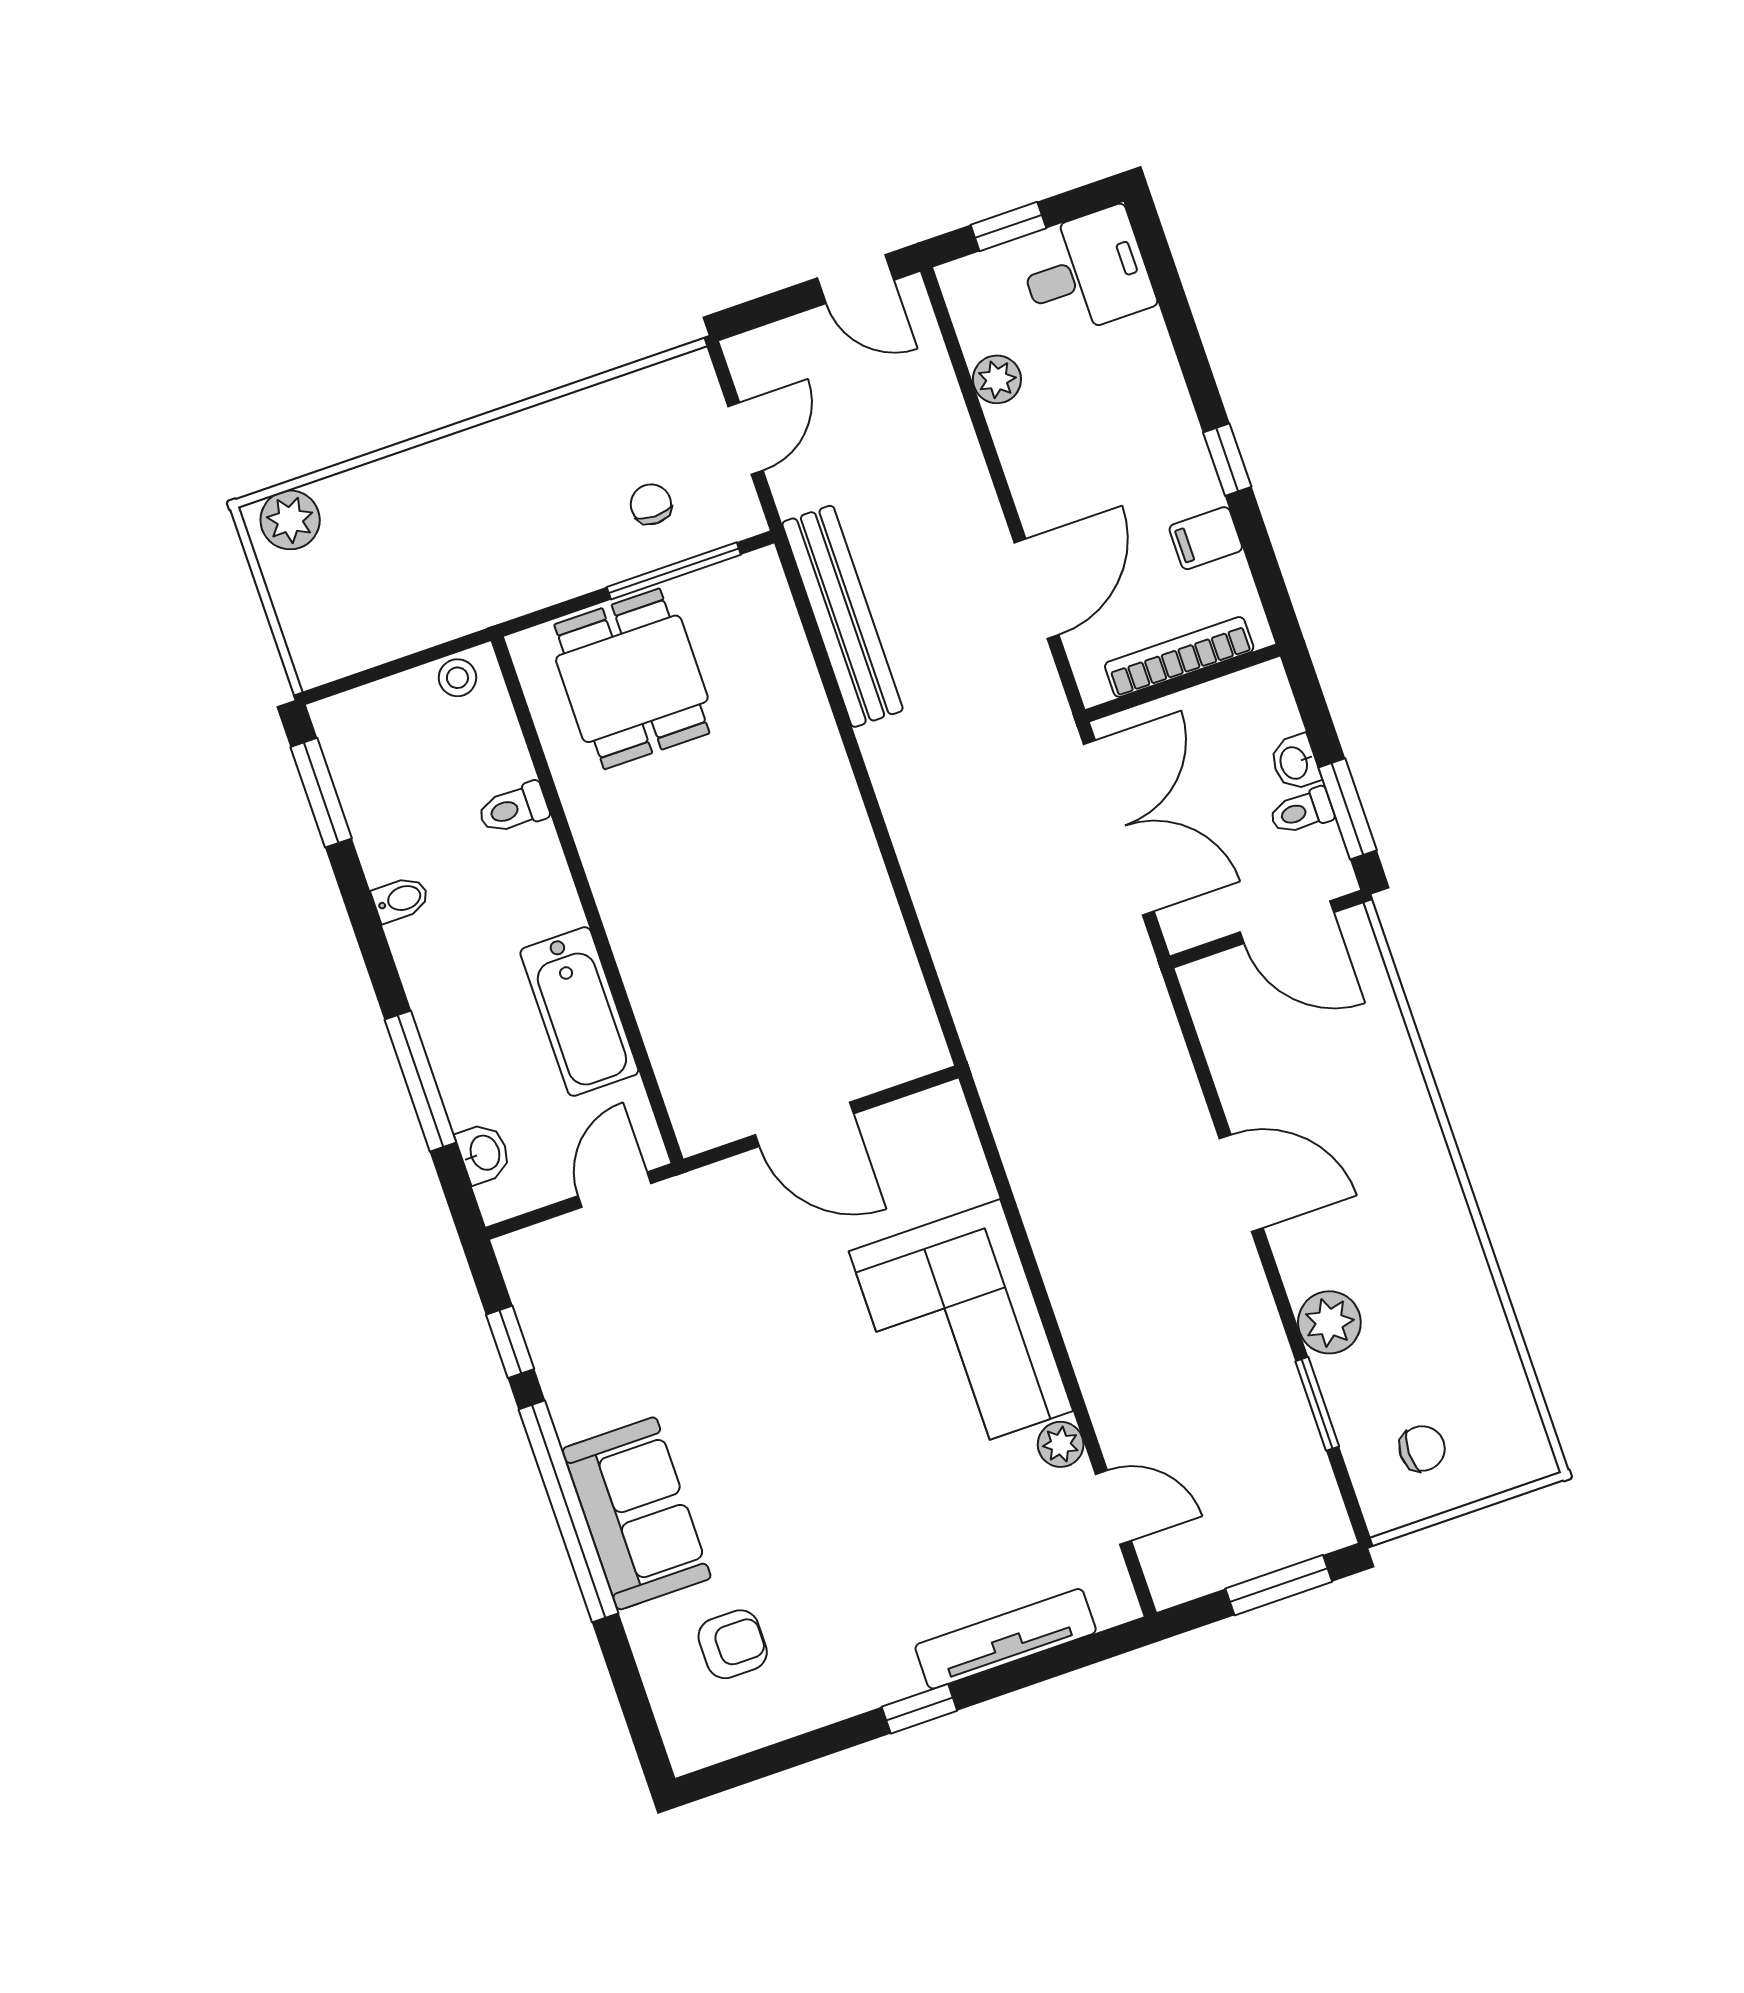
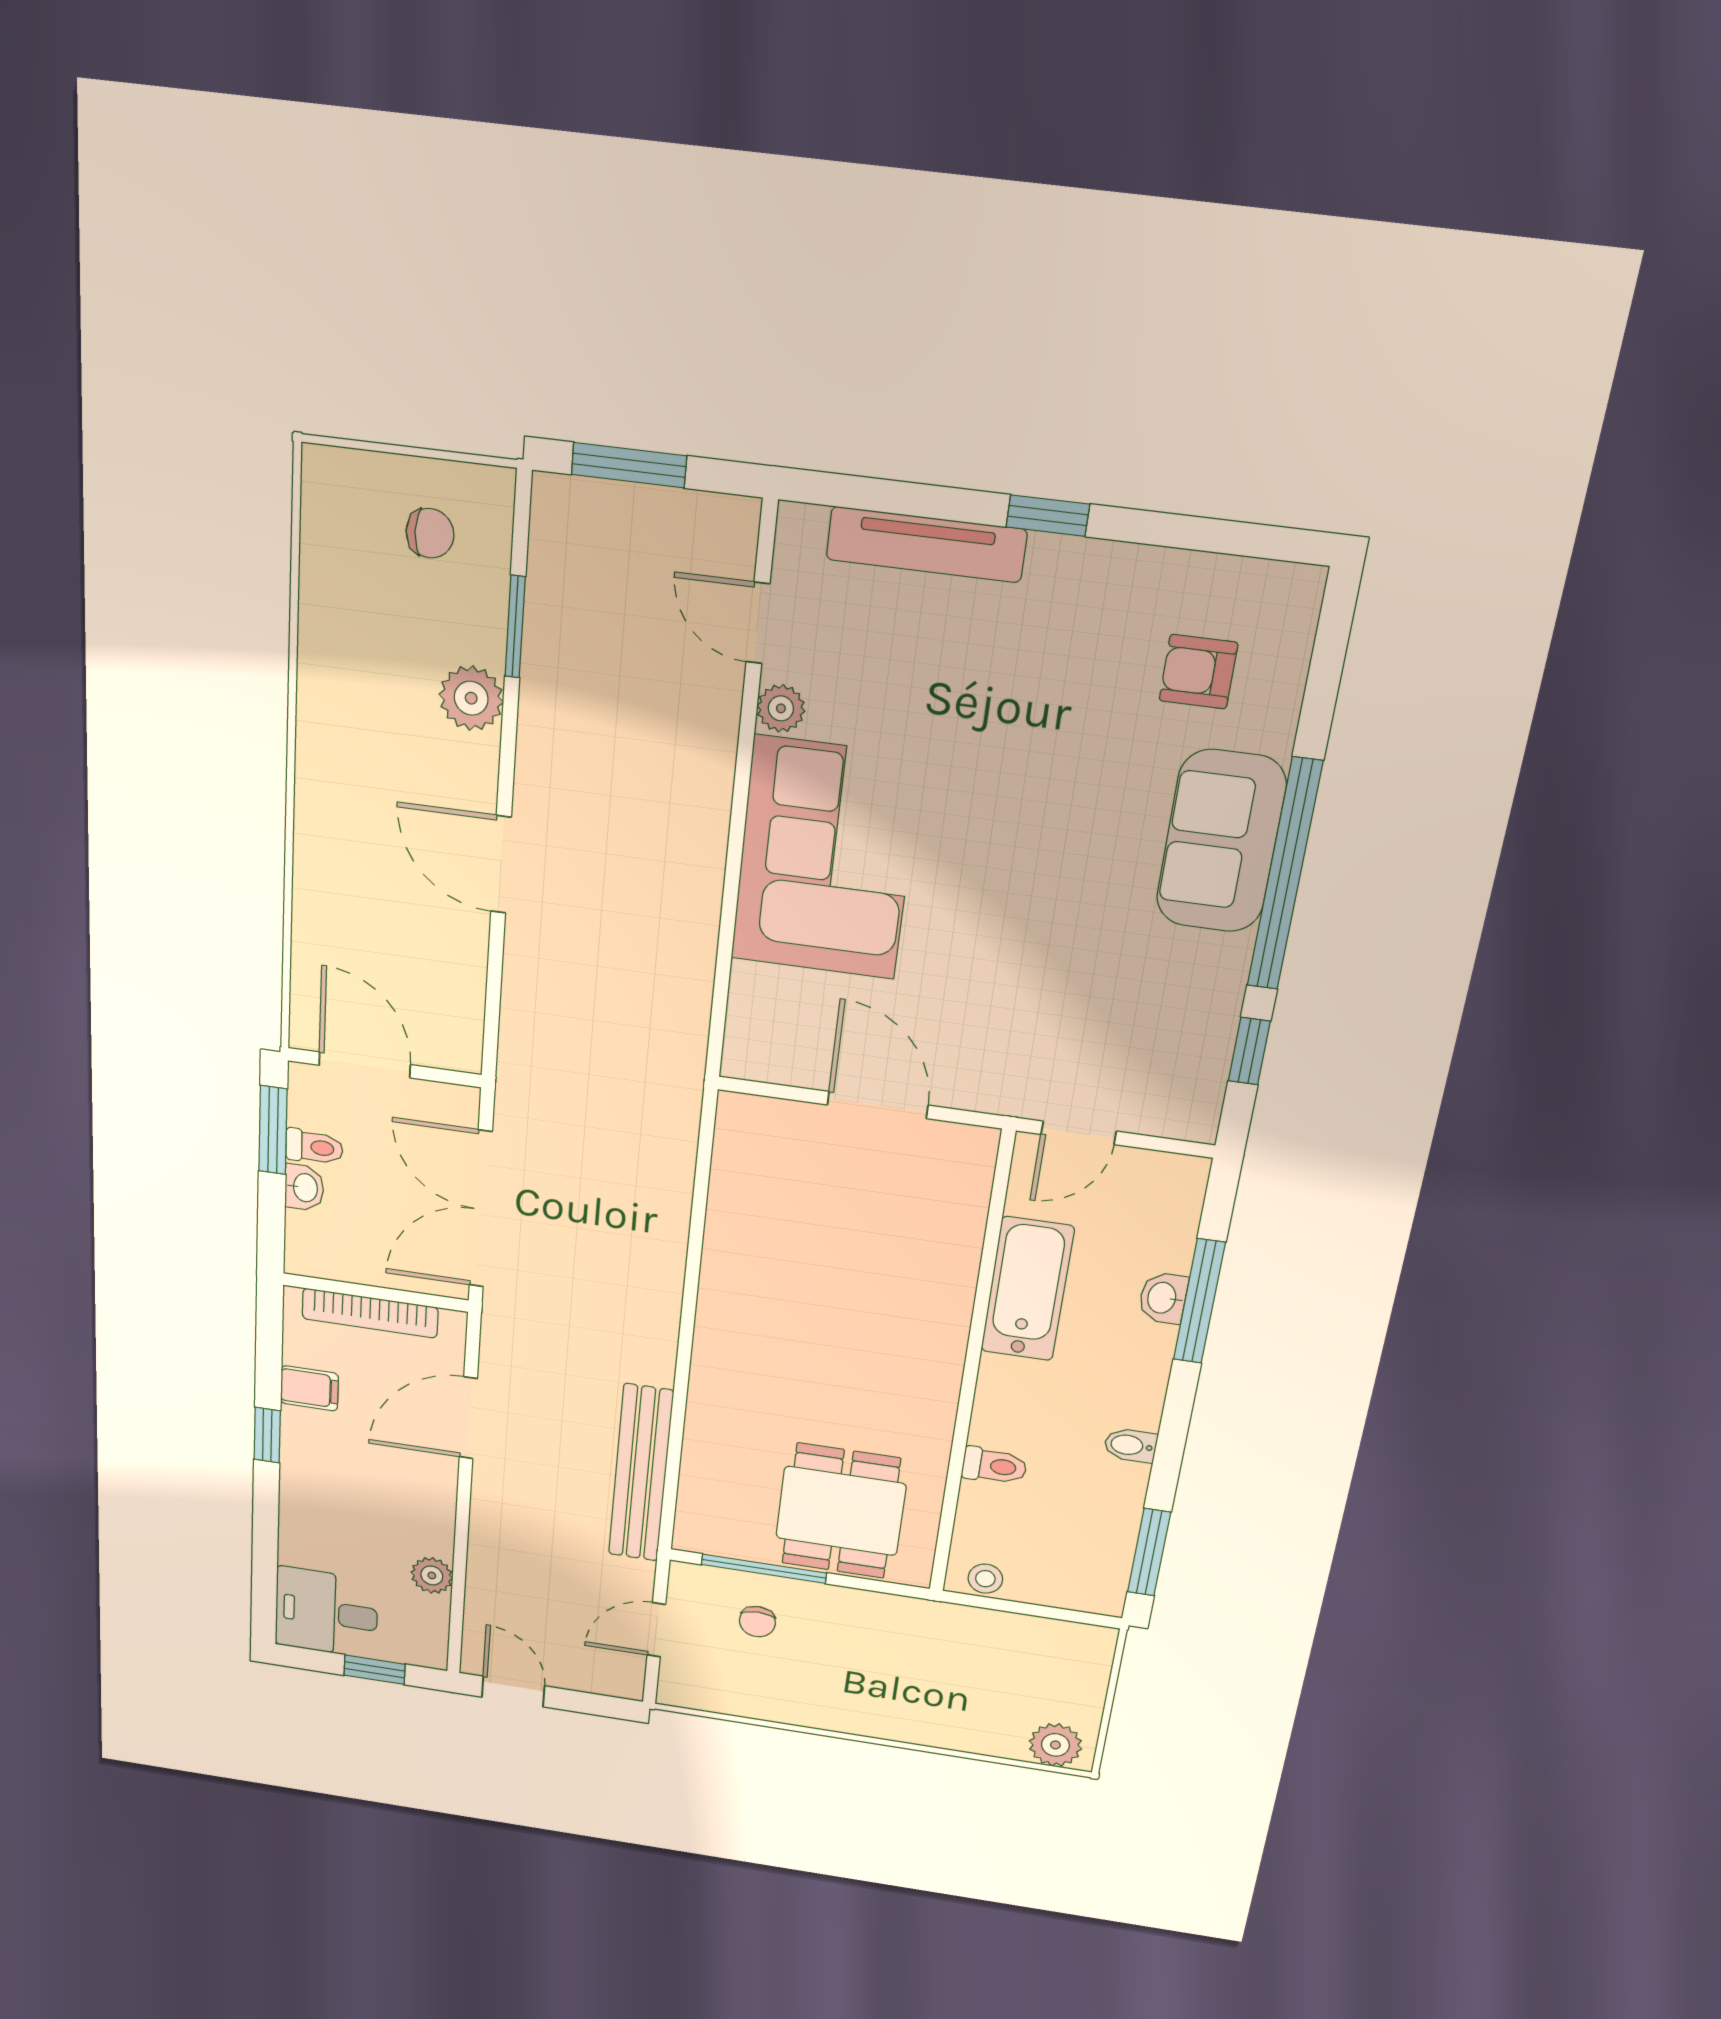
washbasin: (484, 1153) -> (1163, 1298), moved
chair: (1422, 1449) -> (430, 533), turned 180

